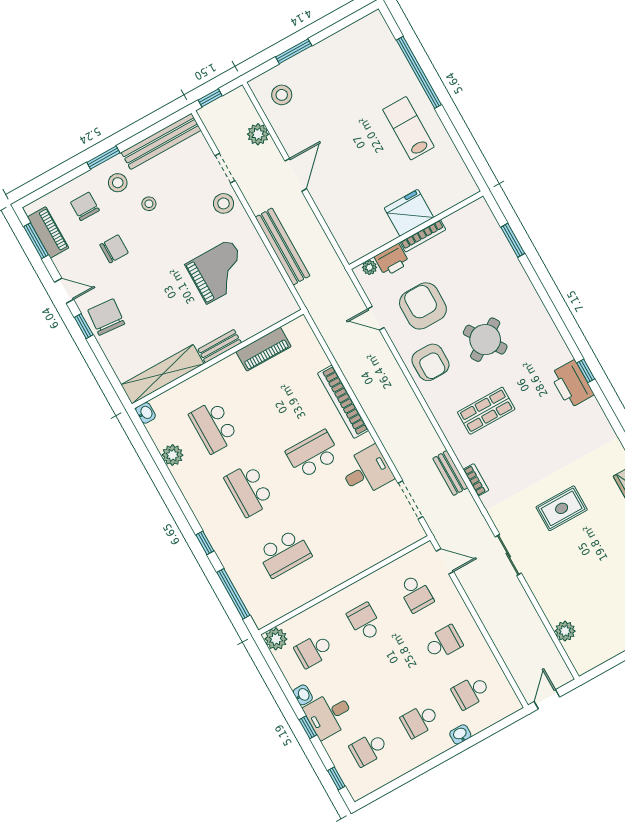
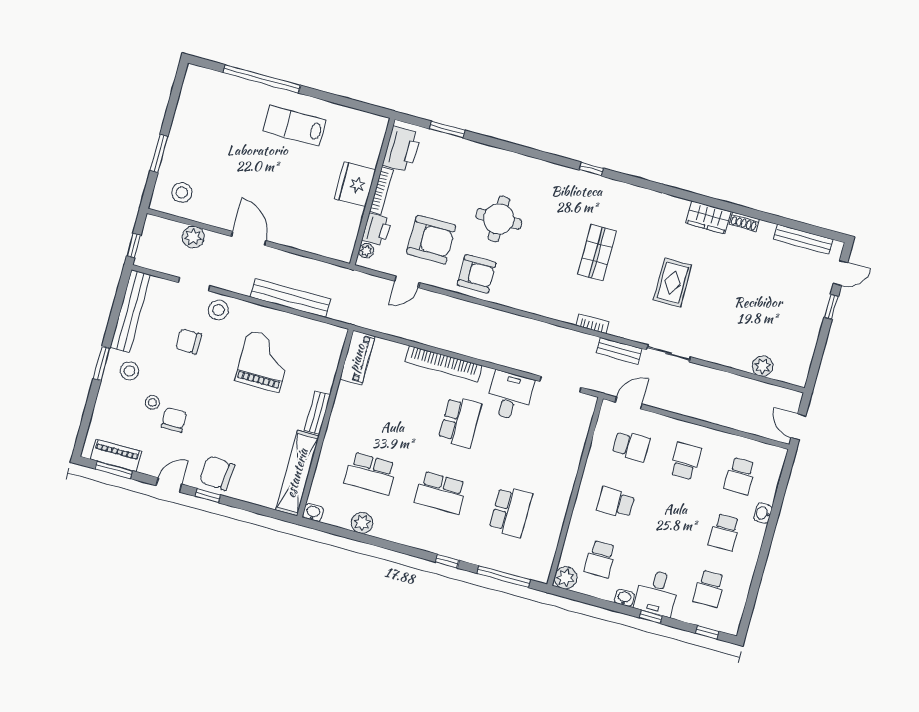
stool: (149, 204) -> (152, 402), moved
chair: (85, 206) -> (189, 341), moved
armchair: (423, 306) -> (431, 240), turned 180
round table: (485, 340) -> (499, 219), turned 33
piano: (264, 349) -> (357, 358), moved
printer: (572, 384) -> (402, 149), moved, turned -90
shop shelf: (486, 411) -> (597, 253), moved
school desk: (313, 454) -> (460, 422), turned 180
bench: (450, 473) -> (619, 351), moved

